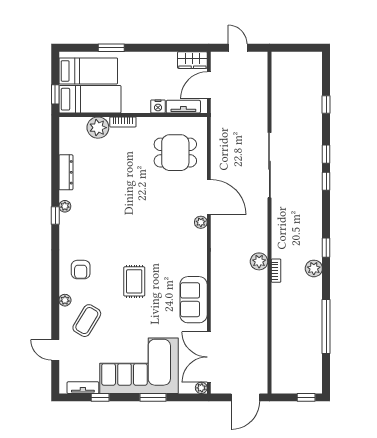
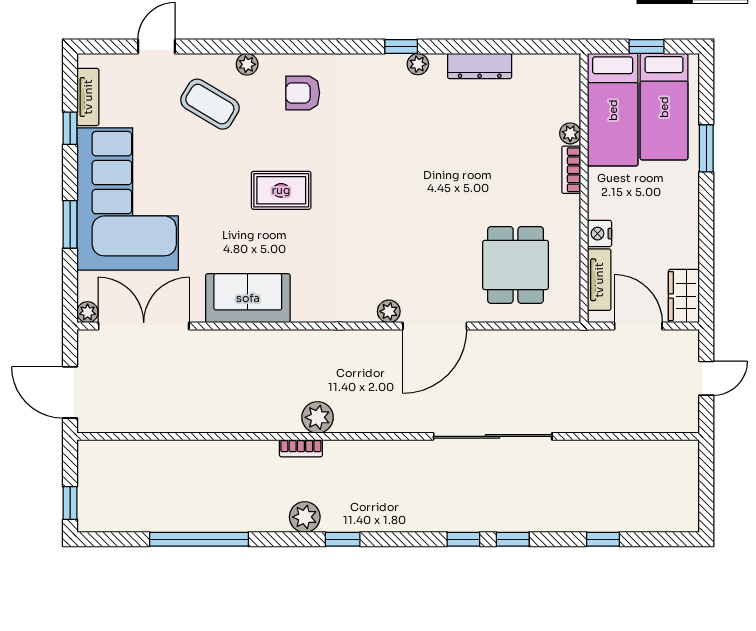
window: (55, 94) -> (646, 47), moved
plant: (98, 128) -> (570, 133), width x0.53, depth x0.53

